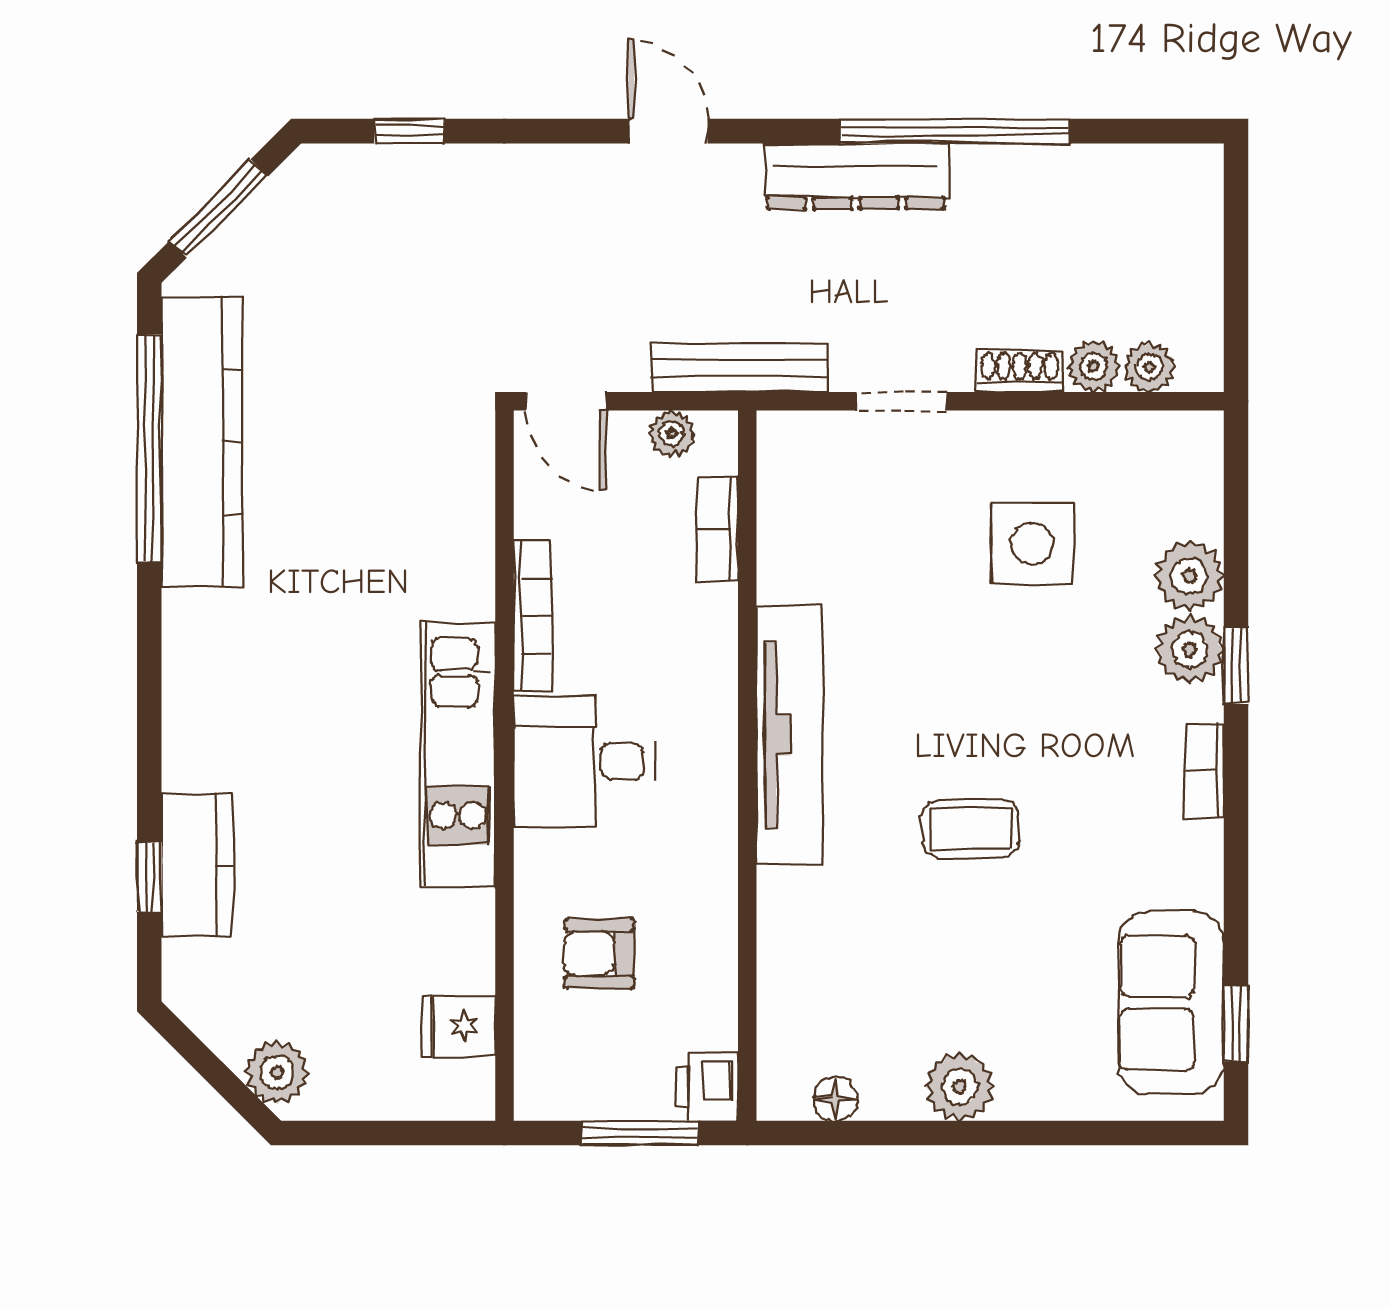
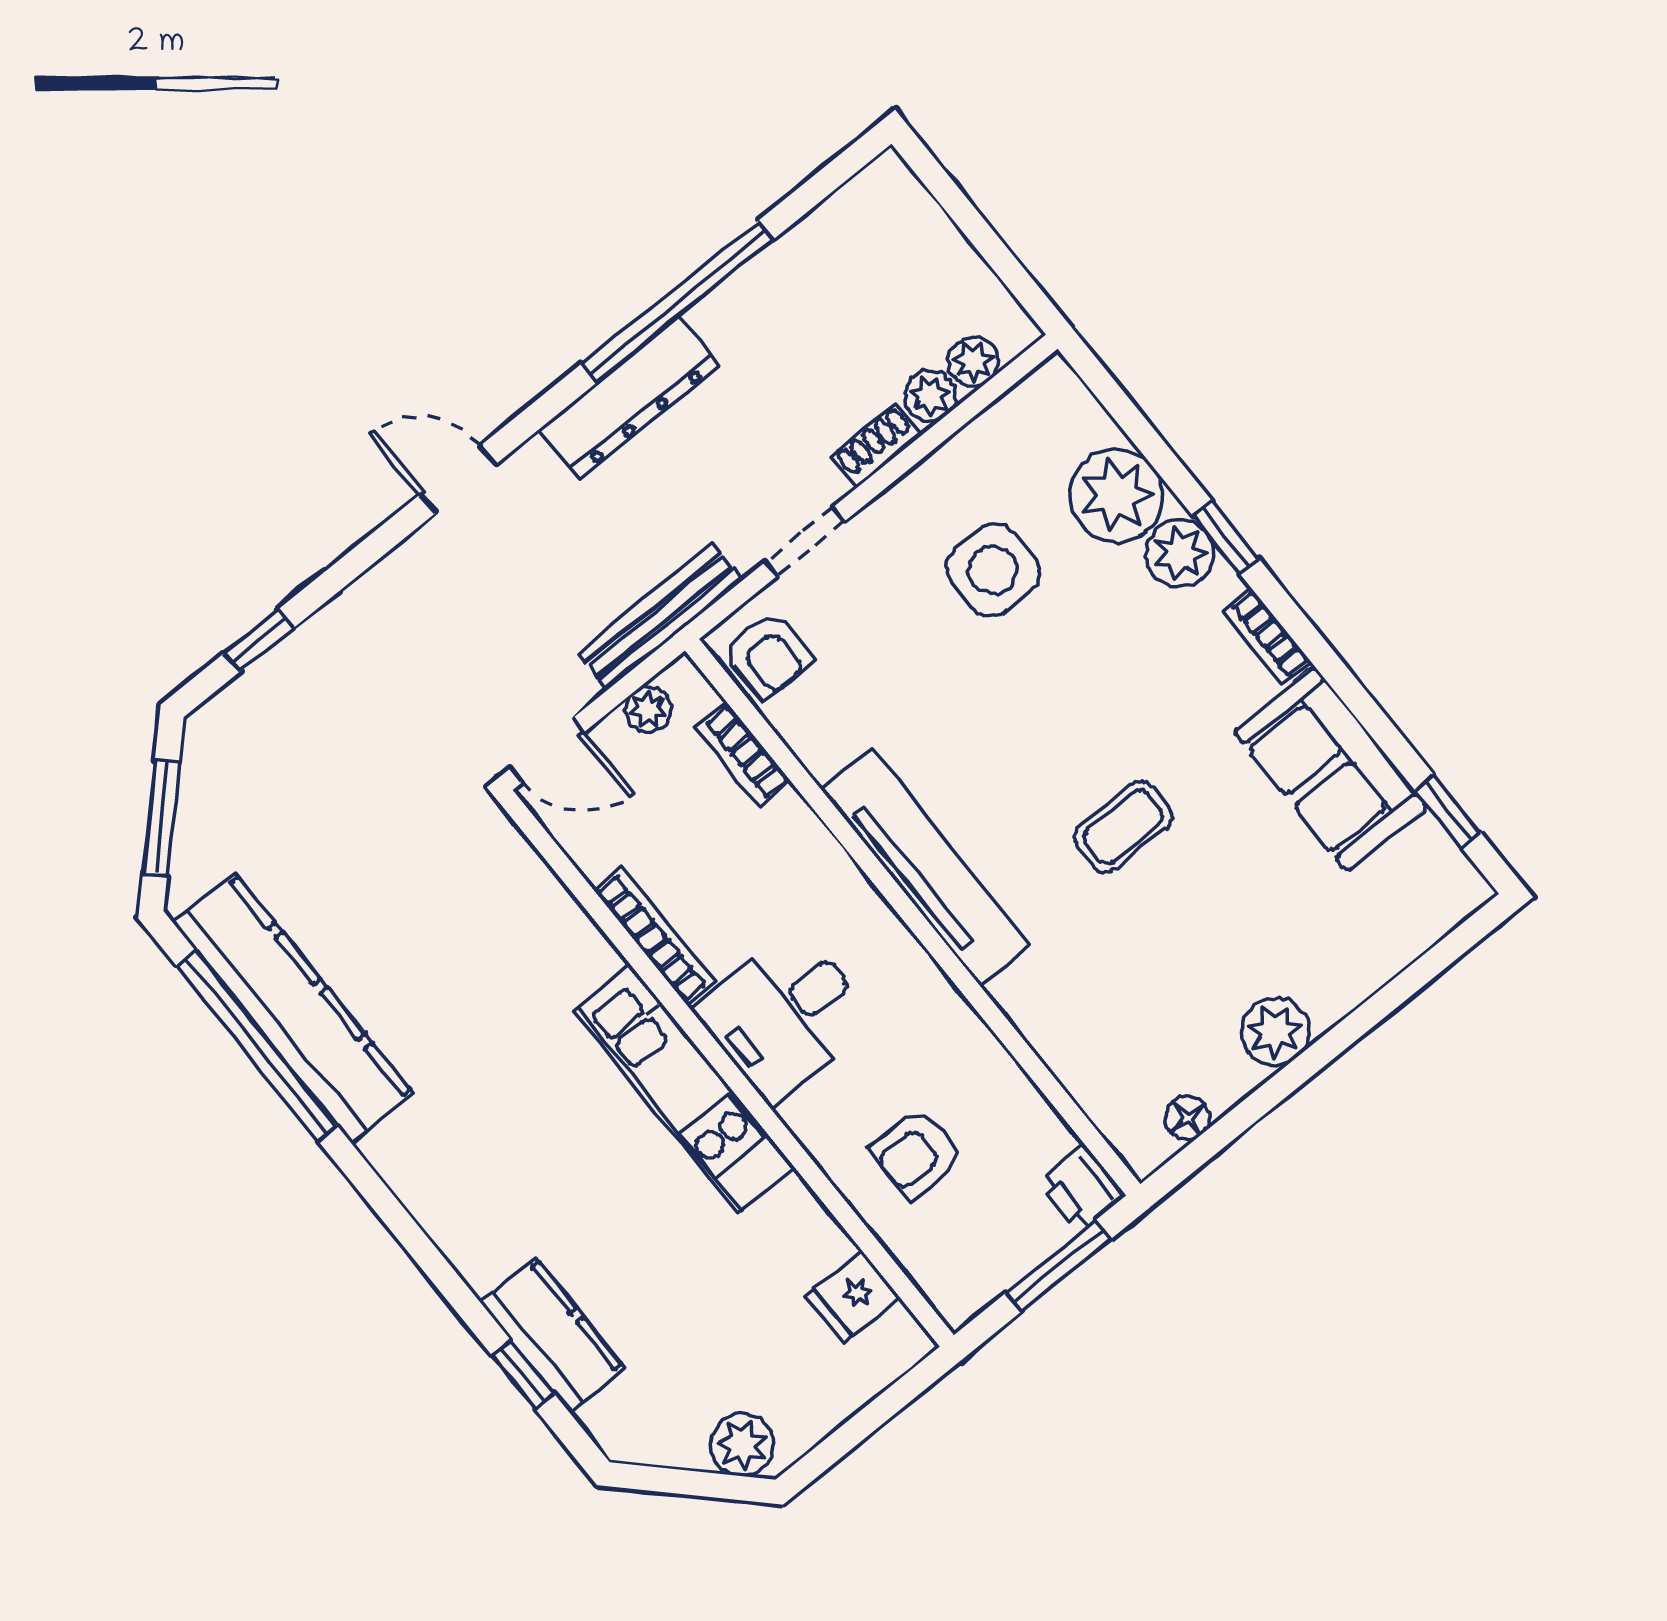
armchair: (800, 467) -> (768, 655), added
plant: (1189, 576) -> (1117, 495), width x1.36, depth x1.36
sofa: (1171, 1003) -> (1330, 769), moved

